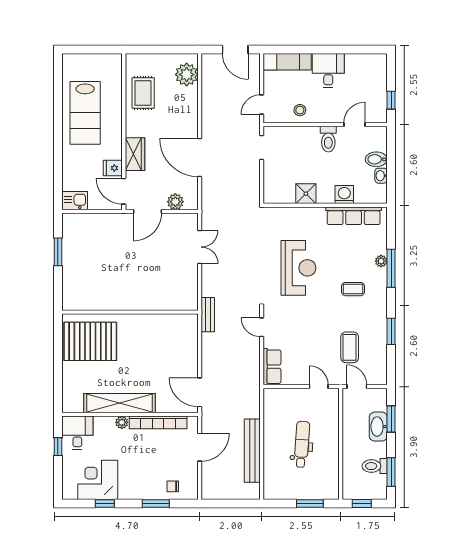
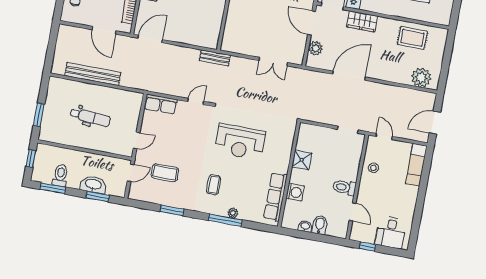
desk: (328, 71) -> (391, 232), moved, turned 90

